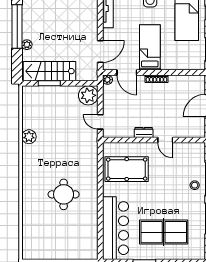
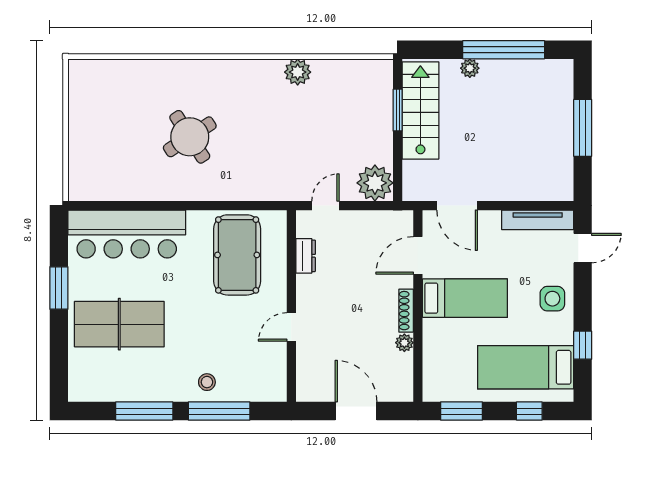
plant: (108, 80) -> (404, 343), moved
dresser: (144, 132) -> (306, 256), moved
round table: (64, 194) -> (190, 137), turned -33
table tennis table: (164, 232) -> (119, 324), turned 90

